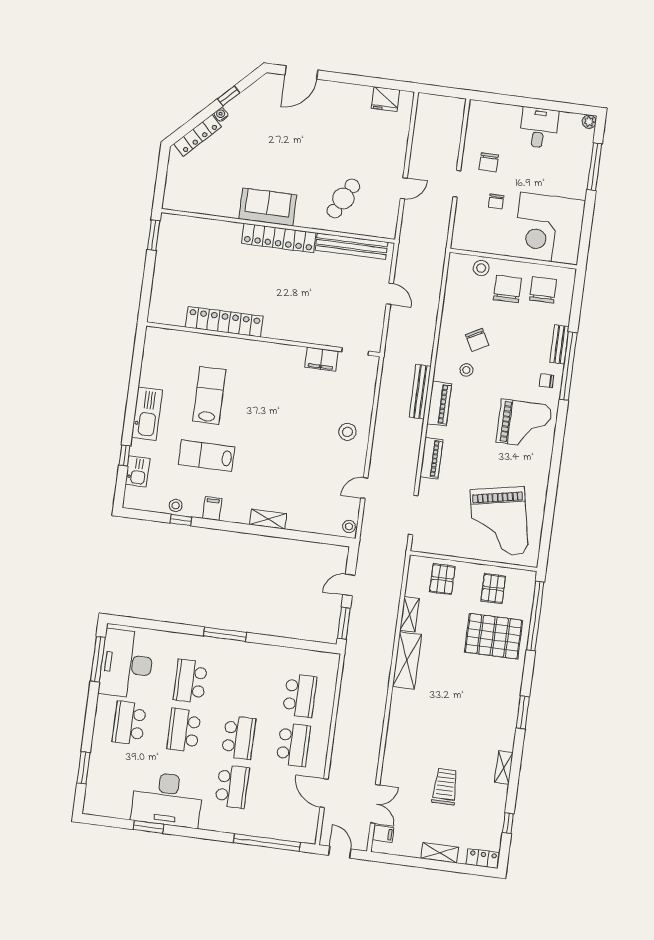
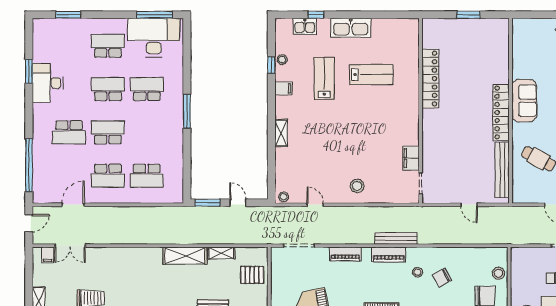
window: (154, 235) -> (468, 15), moved
door: (390, 294) -> (469, 205), hinge flipped
school desk: (239, 737) -> (108, 132), turned 180
desk: (167, 799) -> (48, 83), width x0.73, depth x0.77

